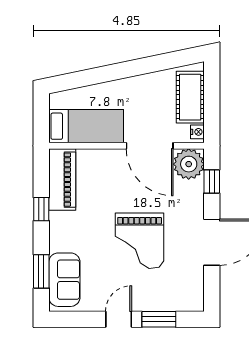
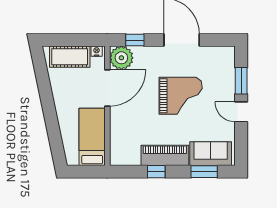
piano: (62, 180) -> (165, 155), moved

